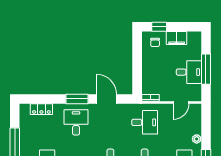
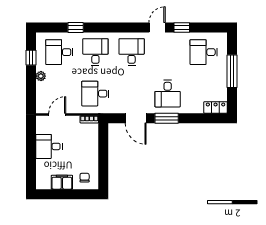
window: (159, 27) -> (80, 194), removed
window: (206, 69) -> (31, 150), removed
locker: (41, 109) -> (216, 107), moved

